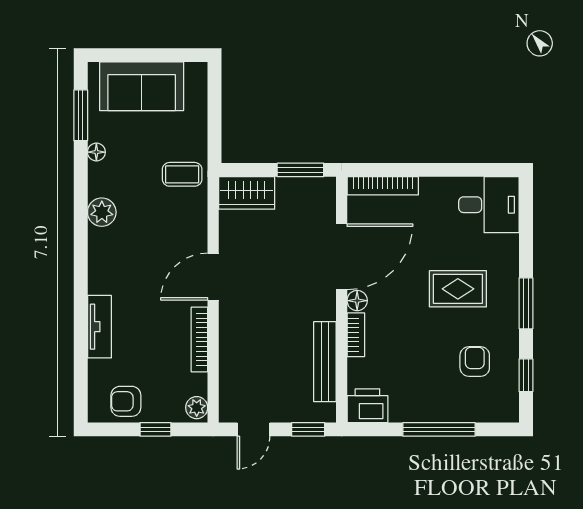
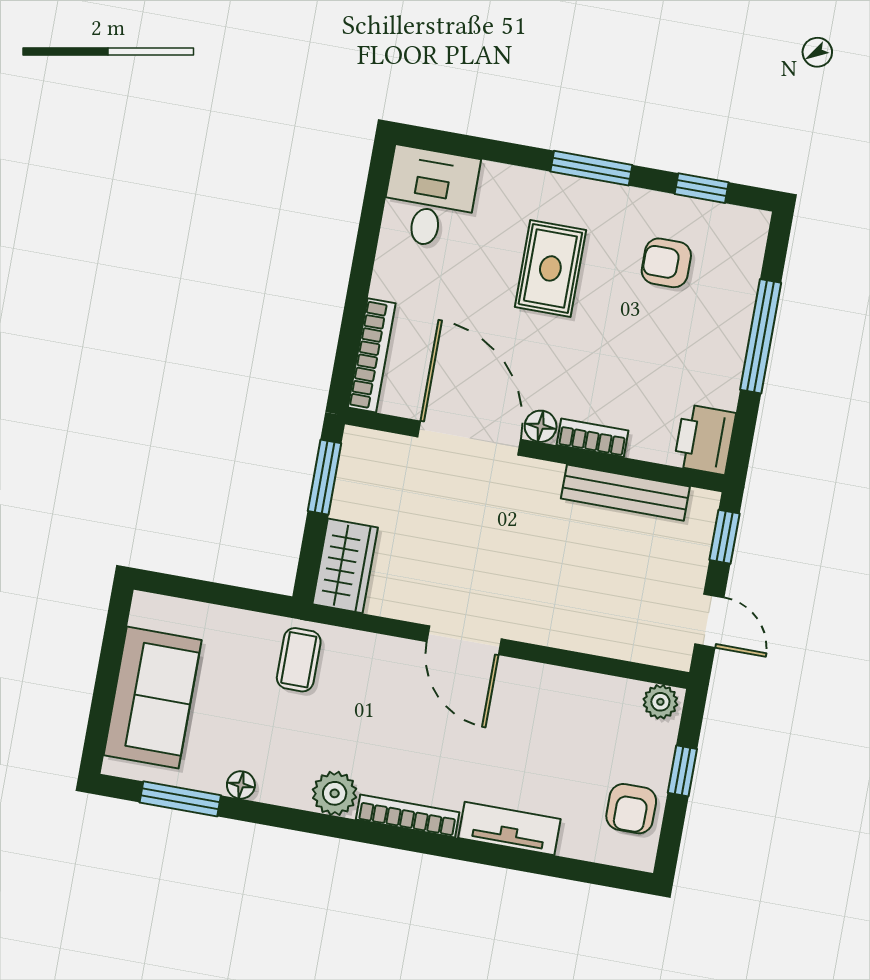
bookcase: (199, 340) -> (408, 816), moved, turned 180

